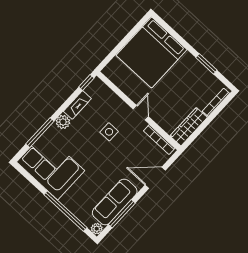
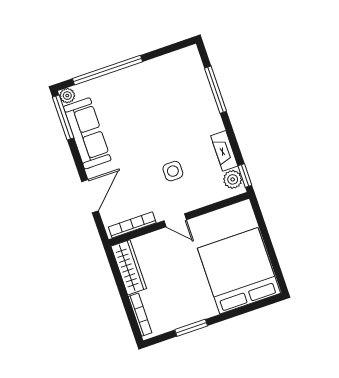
plant: (63, 122) -> (233, 179), moved
corner sofa: (51, 166) -> (169, 81), removed
window: (122, 214) -> (63, 117), moved

